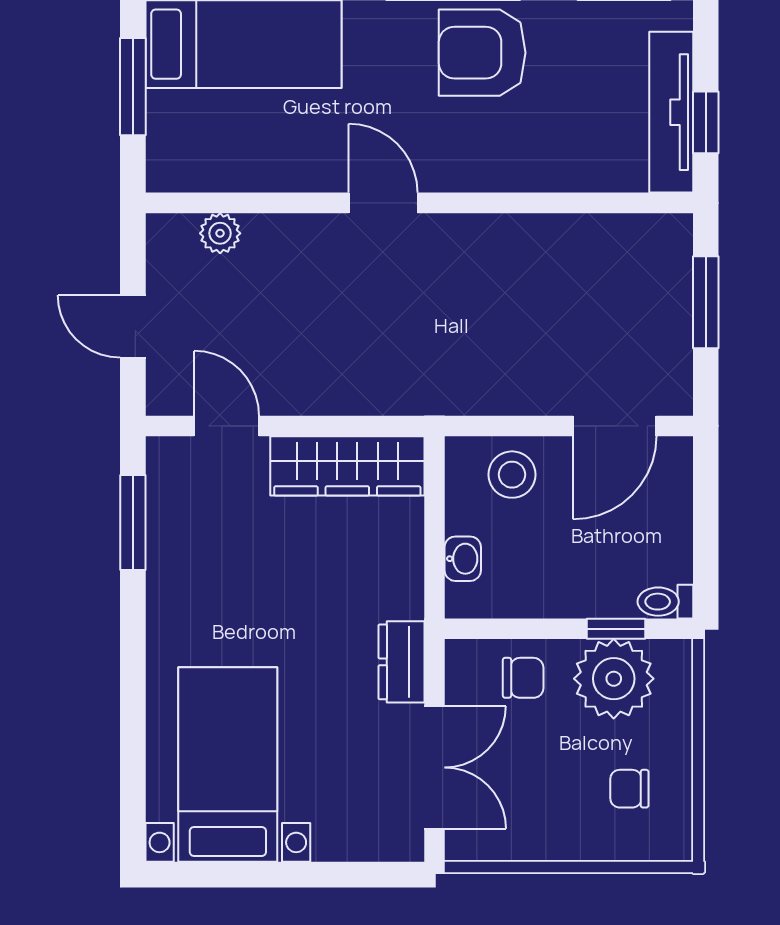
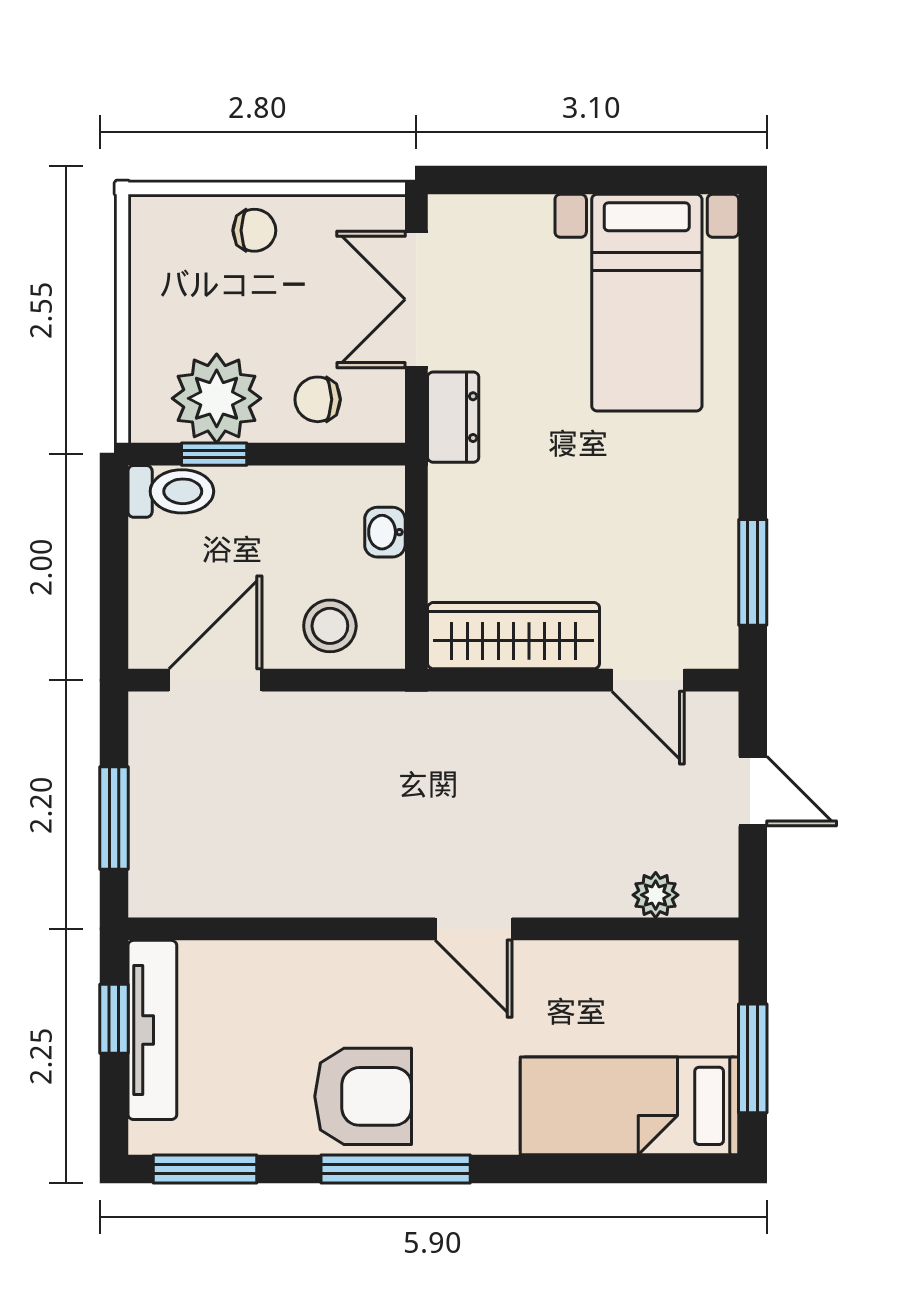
toilet: (665, 602) -> (171, 491), width x1.37, depth x1.39
chair: (629, 789) -> (254, 230), moved

